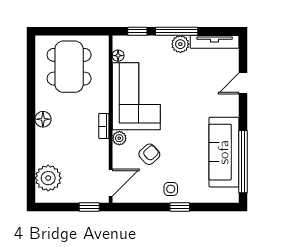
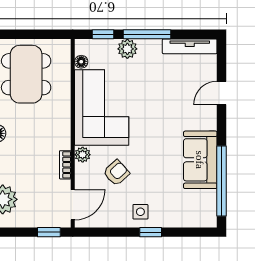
plant: (180, 44) -> (127, 49), moved
bookcase: (104, 126) -> (65, 165), moved
sofa: (224, 152) -> (200, 160), width x0.73

